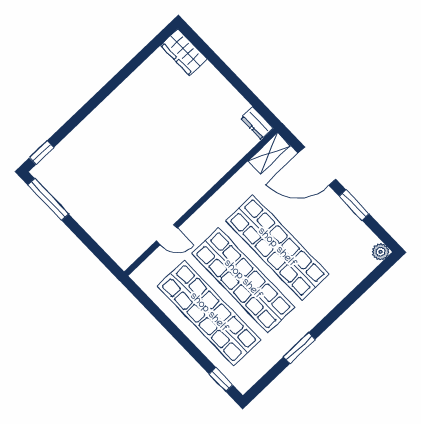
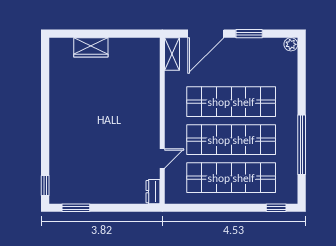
wardrobe: (184, 52) -> (91, 47), moved
dresser: (257, 123) -> (153, 192), moved, turned 90
window: (48, 199) -> (76, 208), width x0.69
window: (299, 348) -> (302, 145), width x2.11

